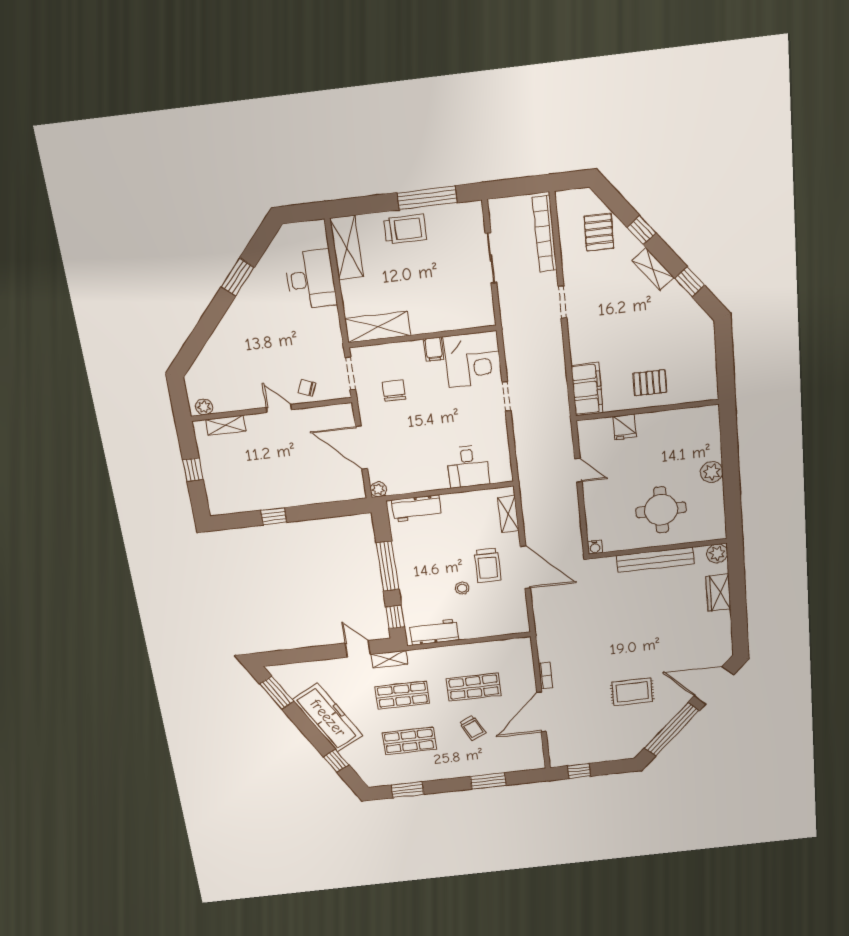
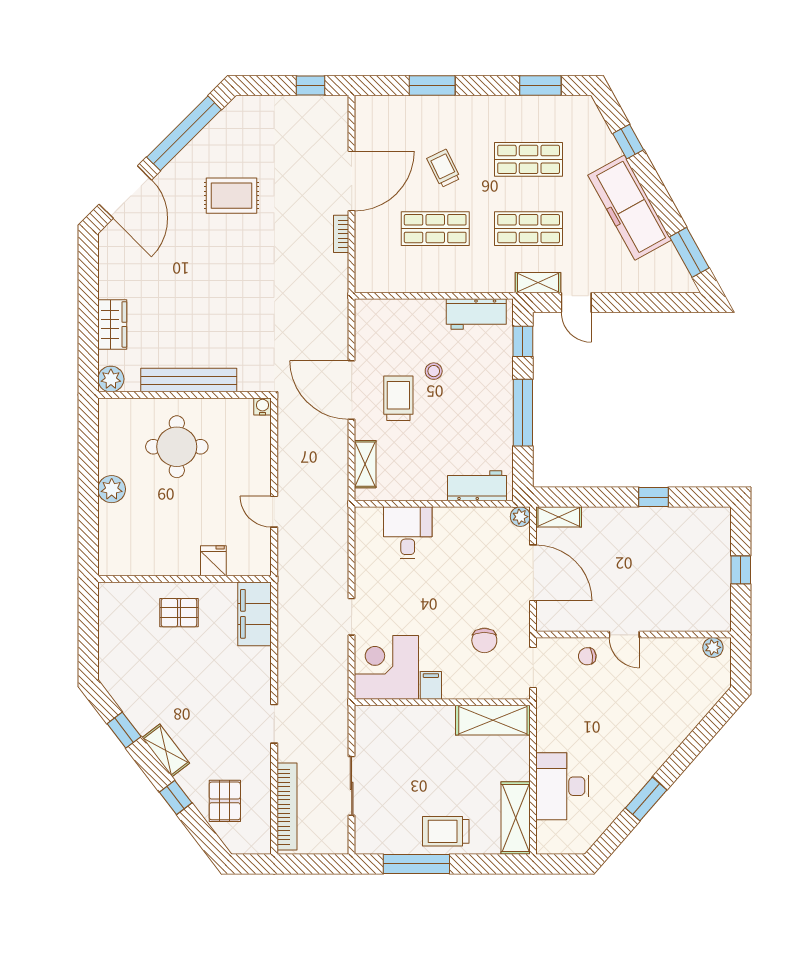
chair: (307, 388) -> (587, 656), turned 150
shelving: (226, 425) -> (559, 517), moved
door: (714, 685) -> (125, 192), hinge flipped

